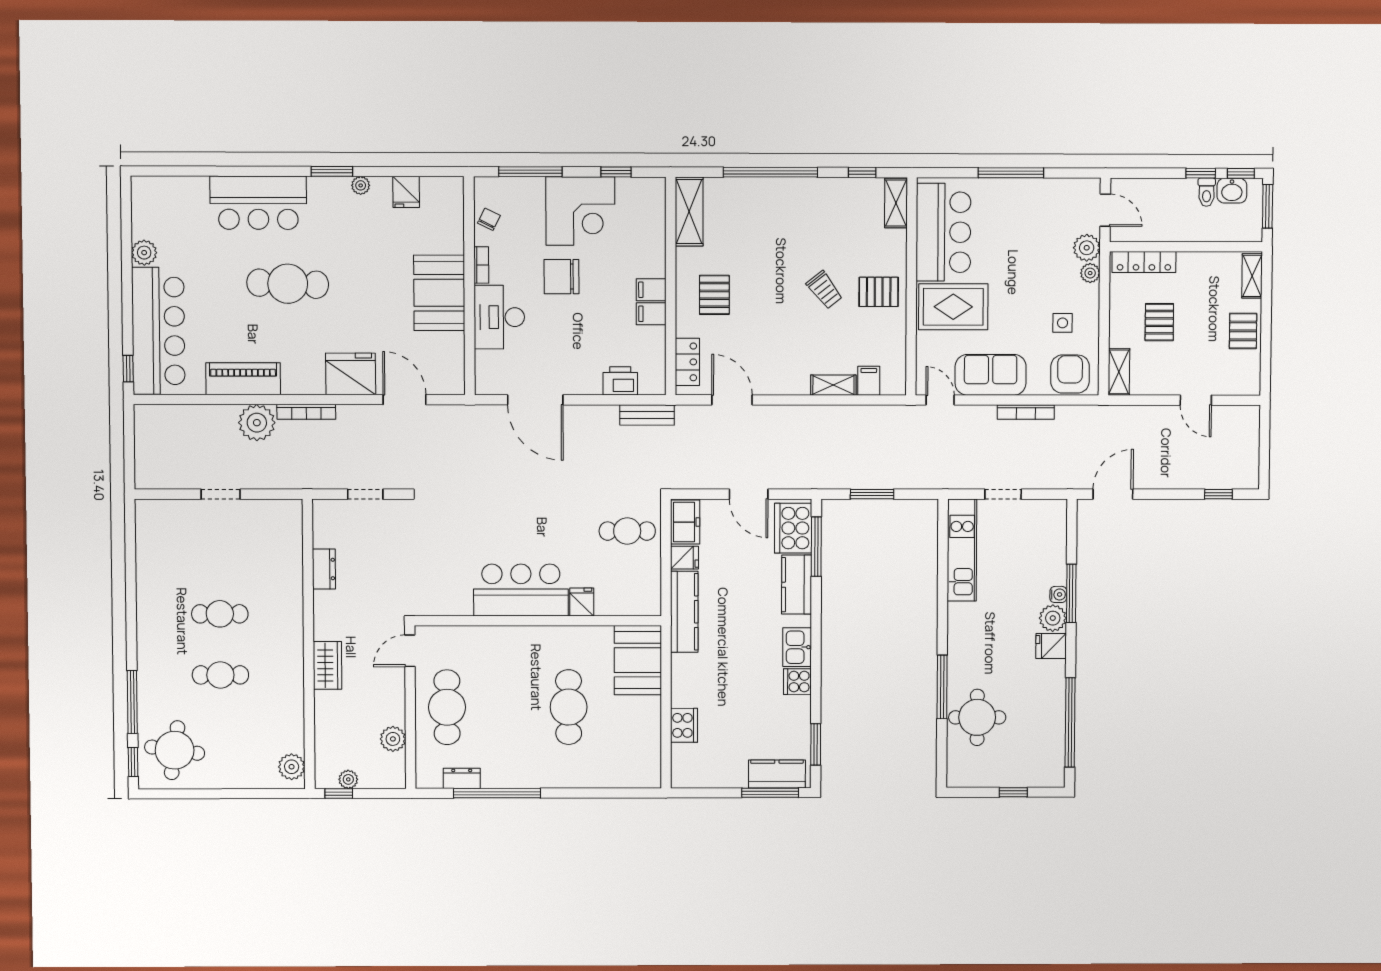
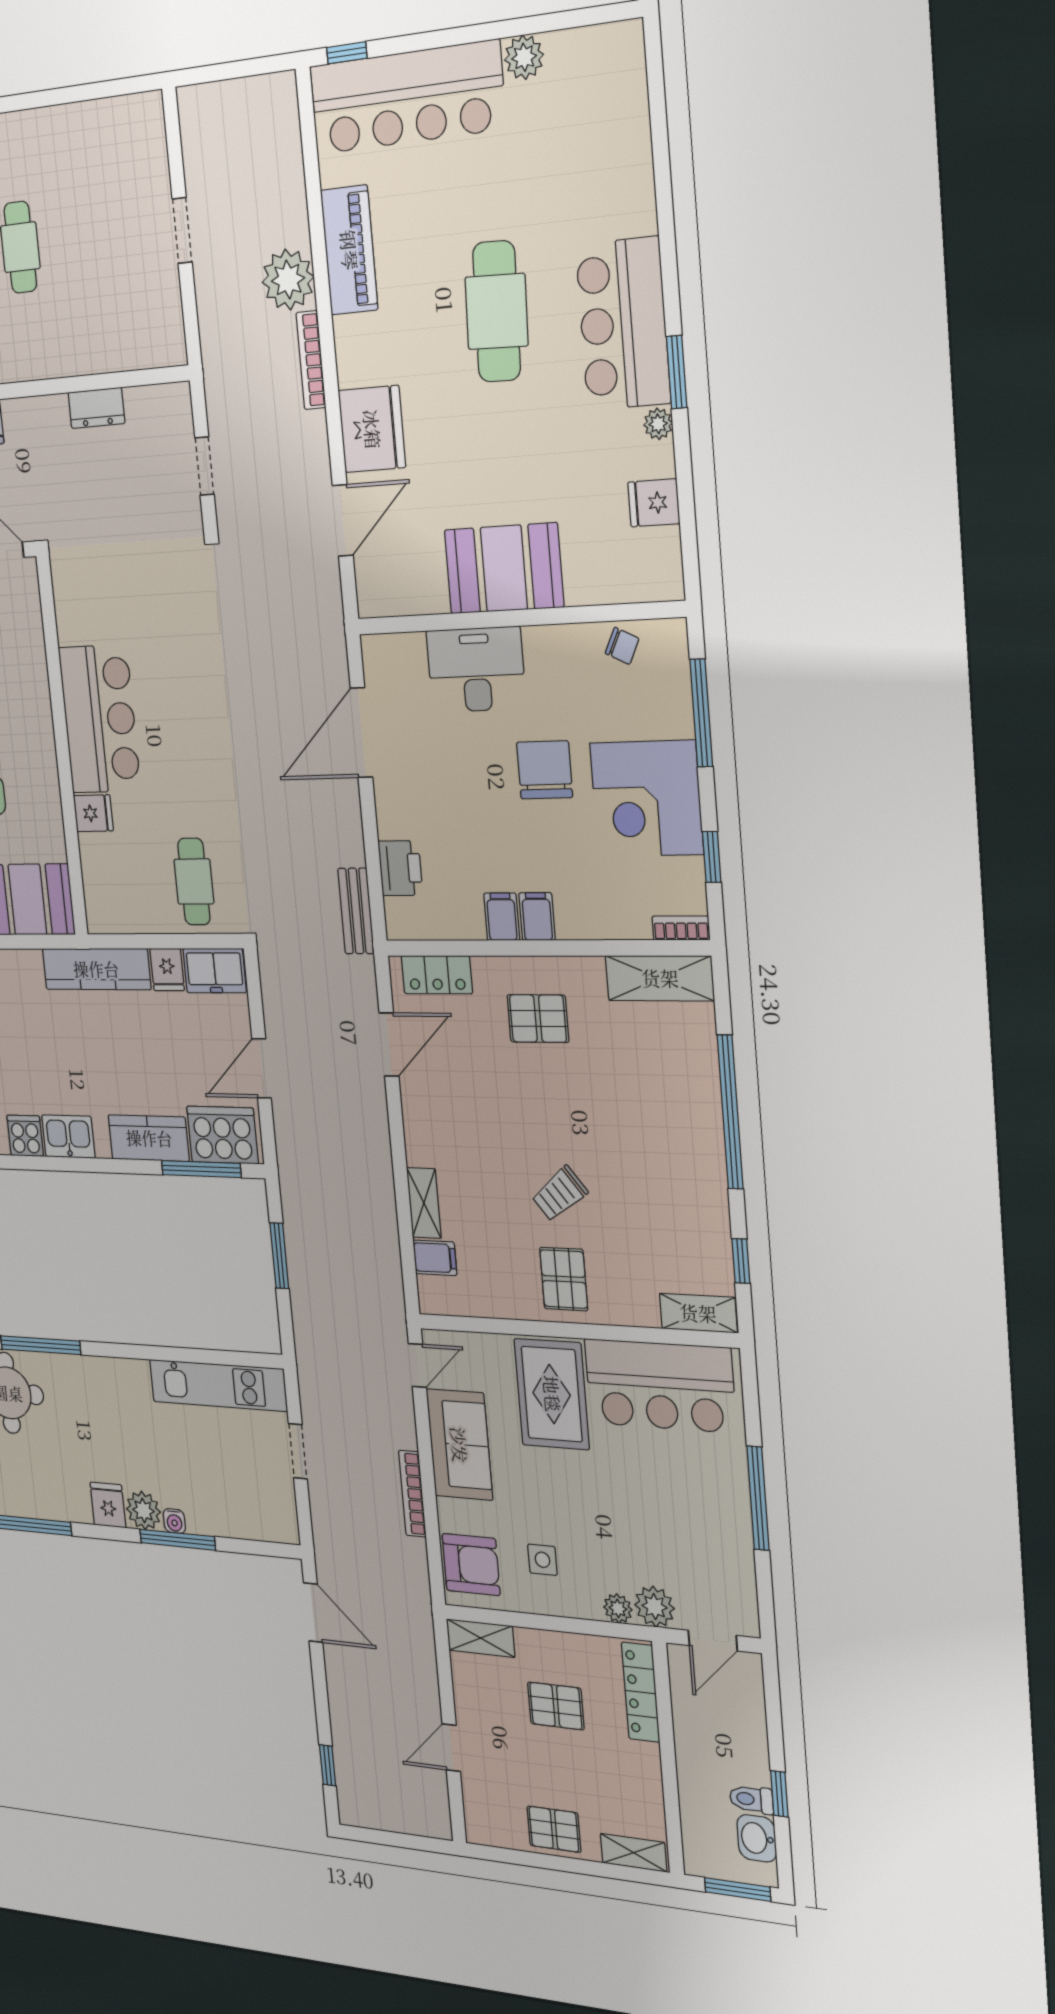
window: (1241, 173) -> (784, 1855), removed
bar counter: (258, 203) -> (623, 324), moved
bookcase: (481, 265) -> (681, 928), moved, turned 180

